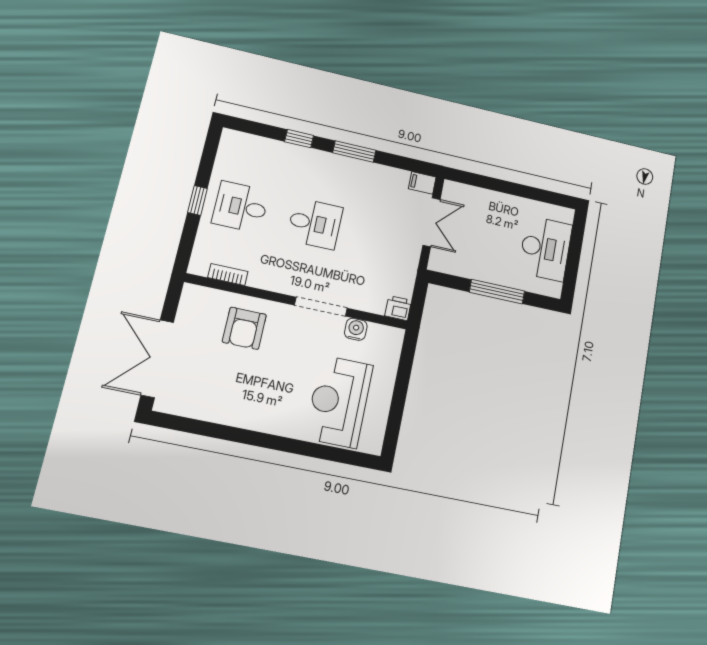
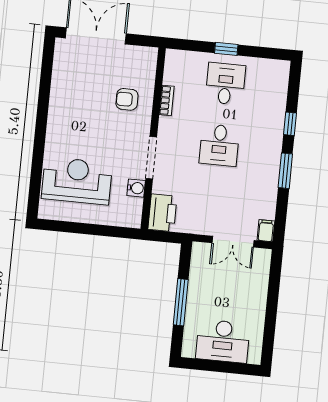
bookcase: (228, 275) -> (167, 100), moved
printer: (398, 308) -> (162, 213), width x1.87, depth x1.48
armchair: (244, 328) -> (127, 99), width x0.72, depth x0.72

